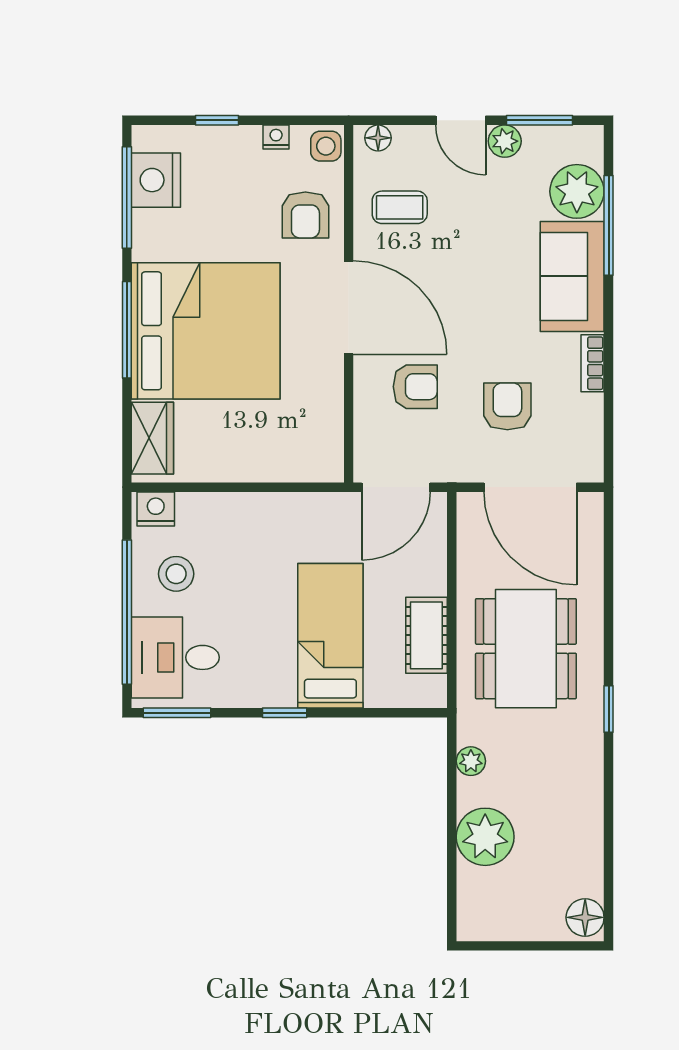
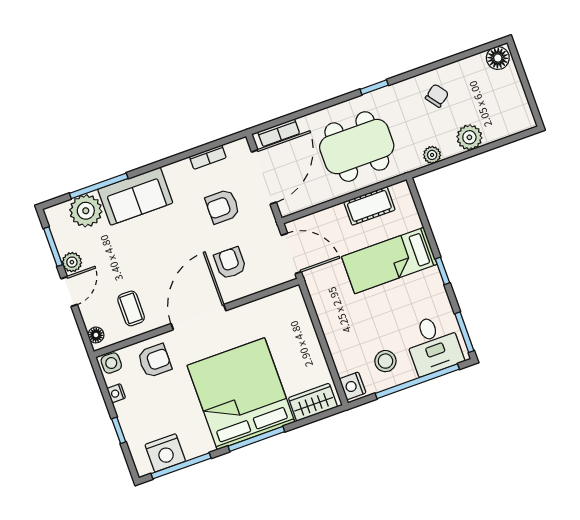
bookcase: (592, 363) -> (208, 157), moved
bookcase: (591, 535) -> (279, 133), added
chair: (560, 802) -> (437, 96), added
plant: (485, 837) -> (469, 137), width x0.73, depth x0.73

